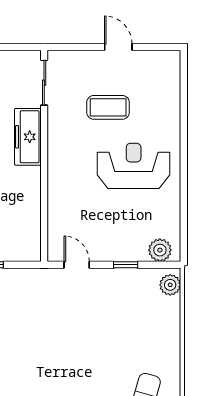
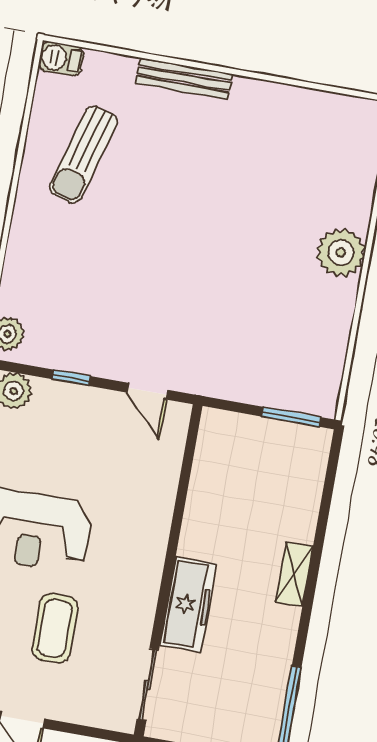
coffee table: (108, 107) -> (55, 628), turned 90

